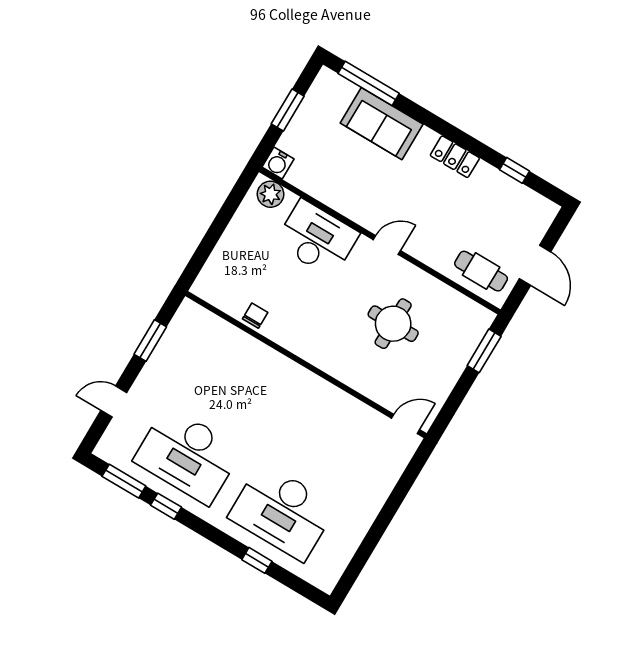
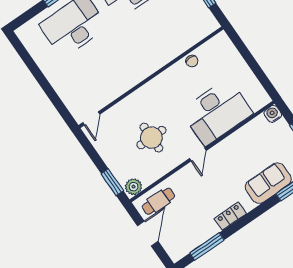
window: (515, 170) -> (207, 246), width x2.17
plant: (270, 194) -> (134, 187), moved
desk: (317, 238) -> (217, 112), width x1.36, depth x1.30
door: (535, 265) -> (148, 233), swing flipped

